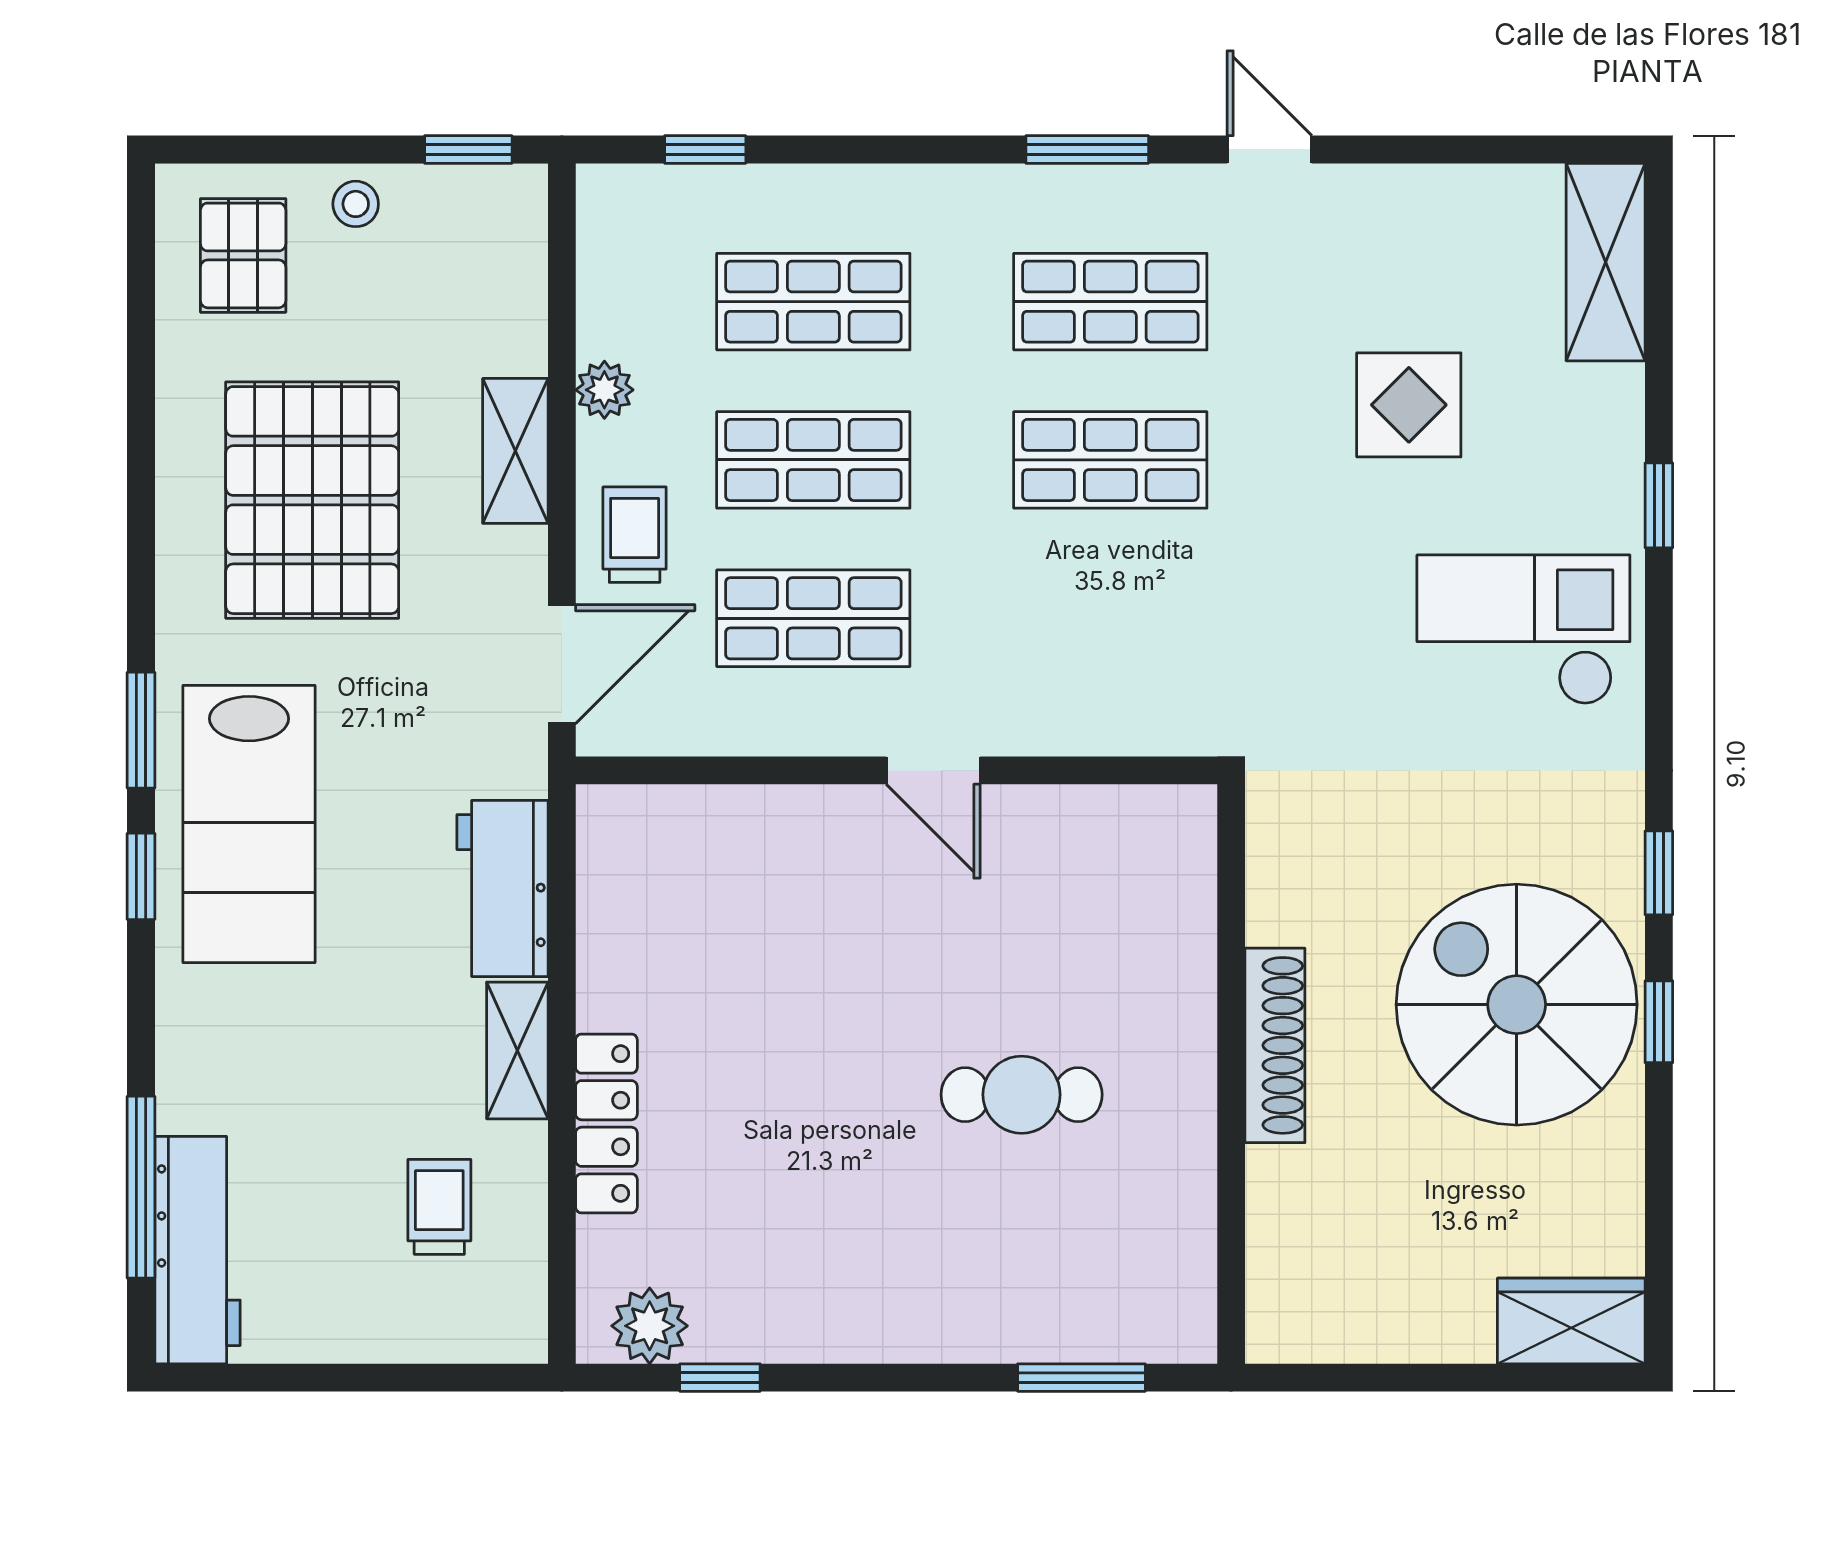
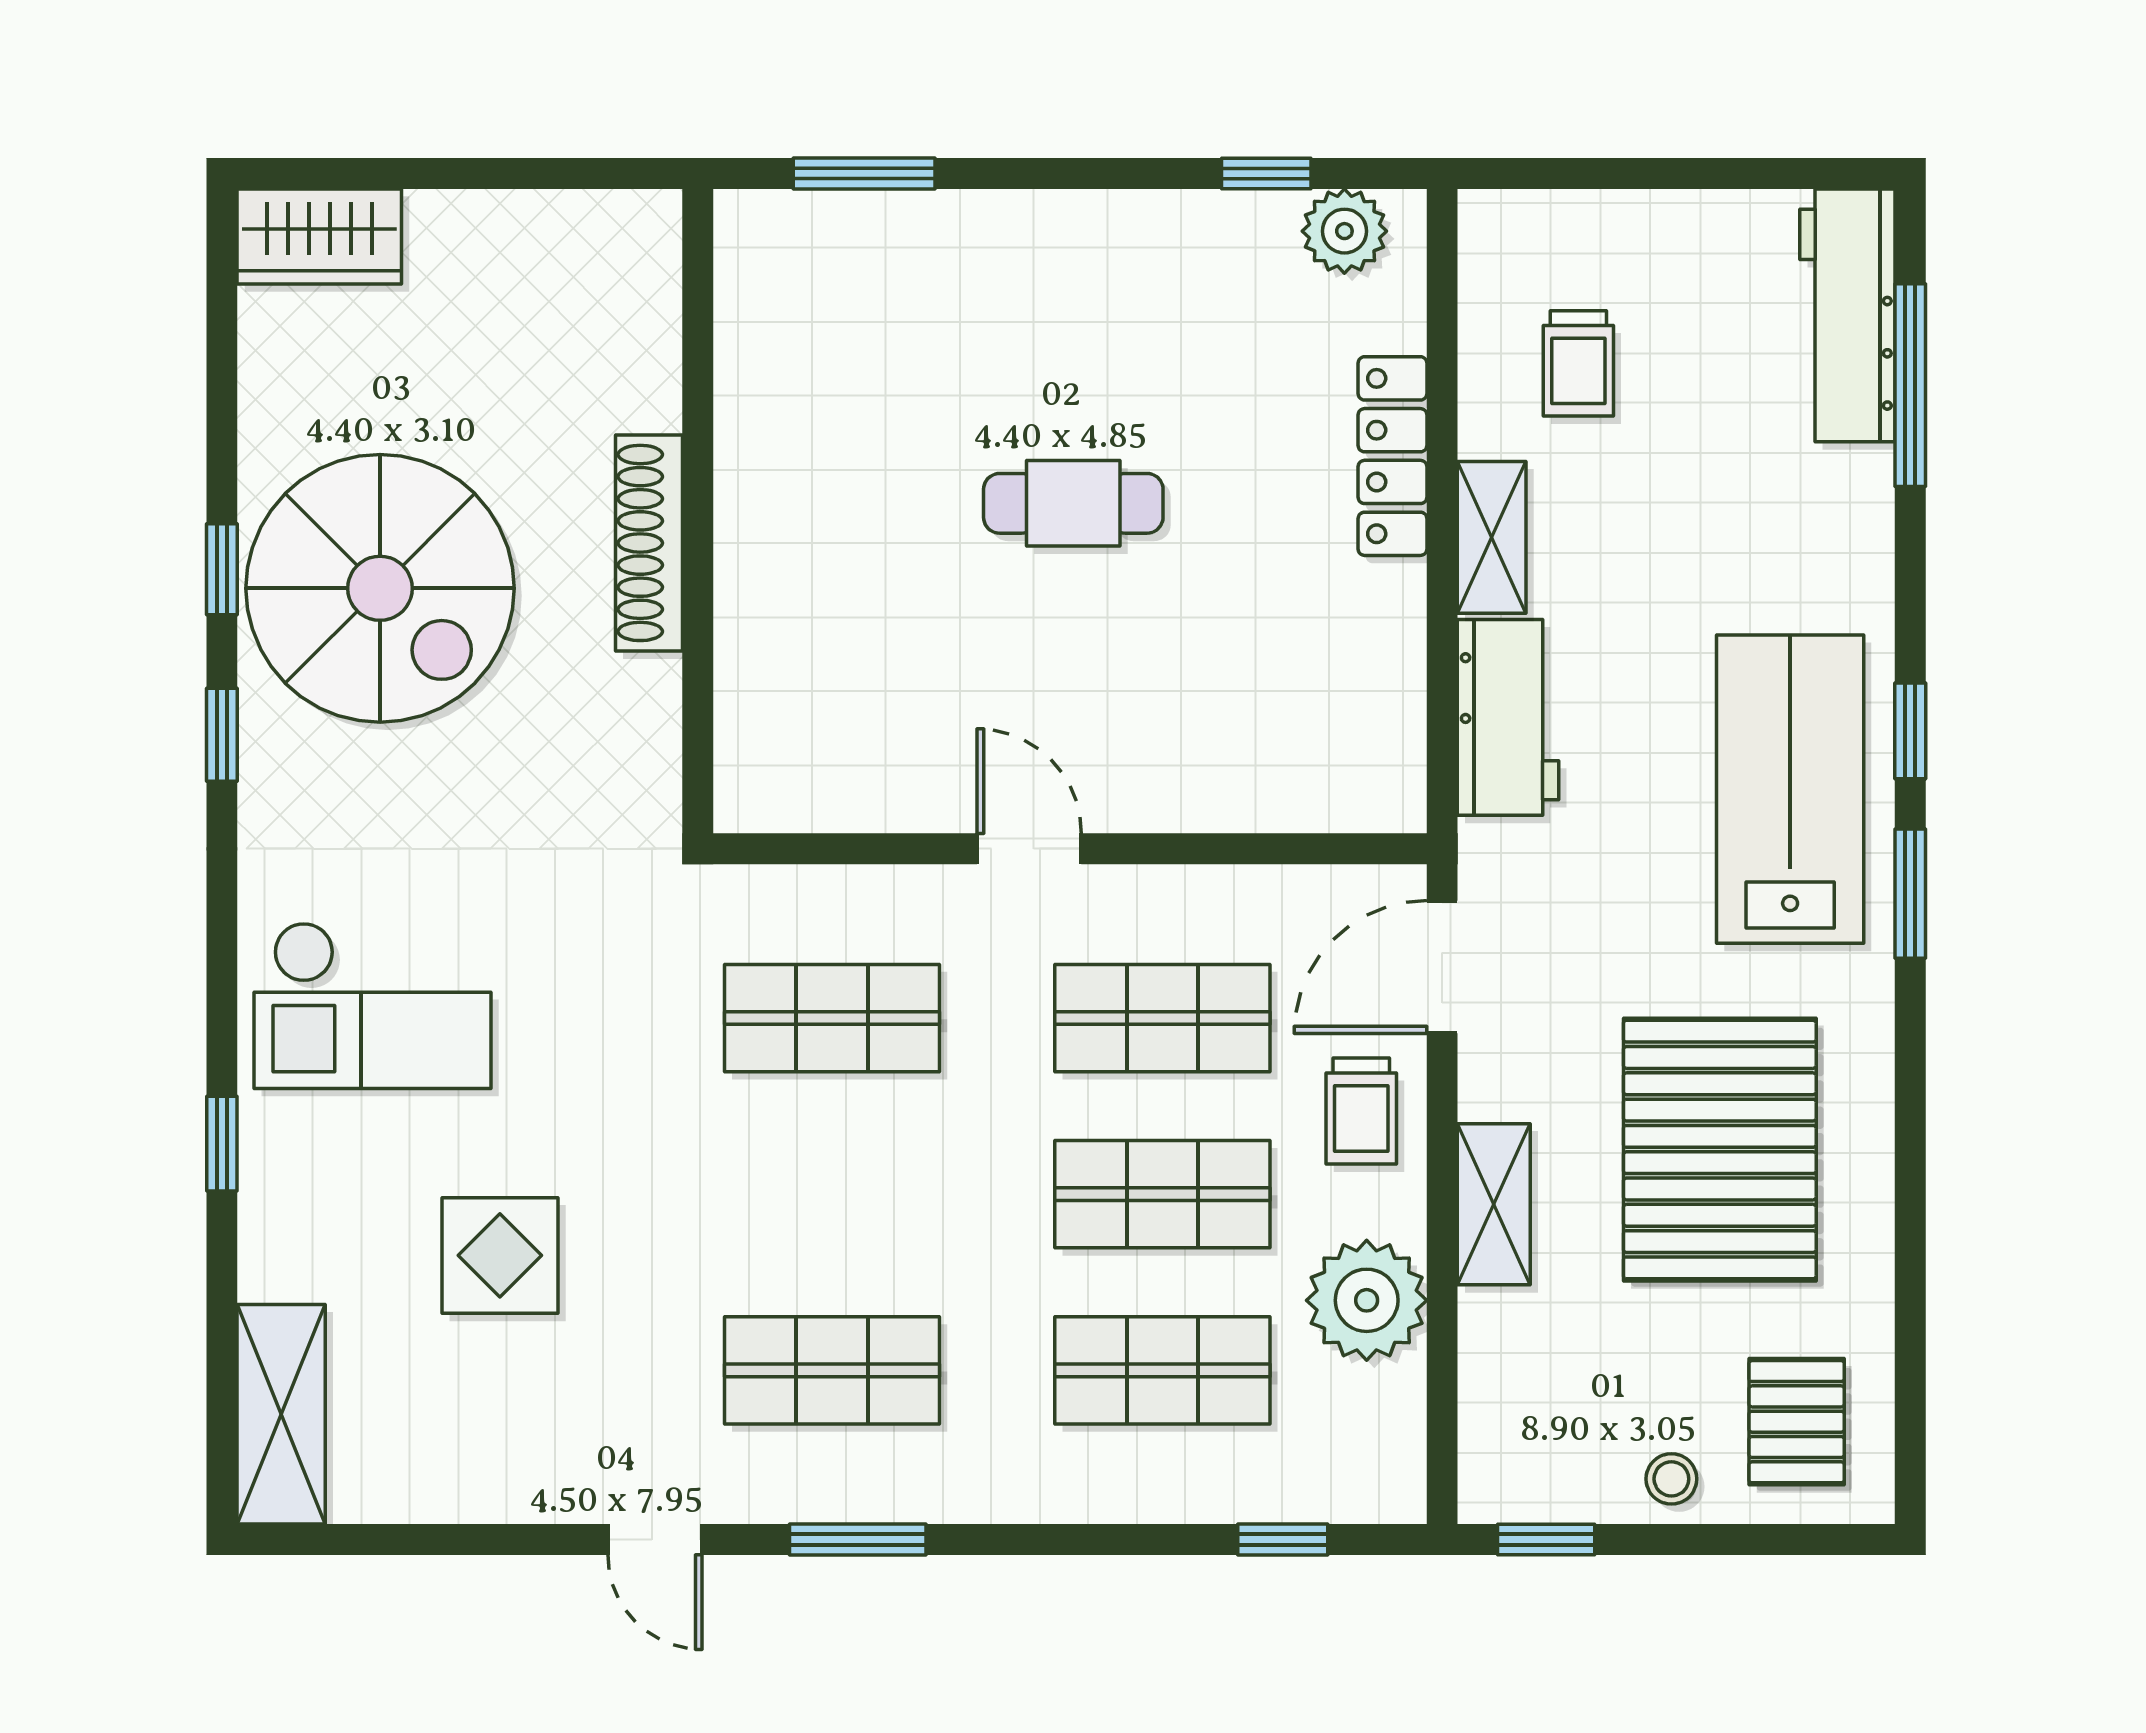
plant: (604, 390) -> (1367, 1300), width x1.88, depth x1.88
shop shelf: (1110, 460) -> (832, 1018), moved
cafe table: (1022, 1095) -> (1073, 503), moved

